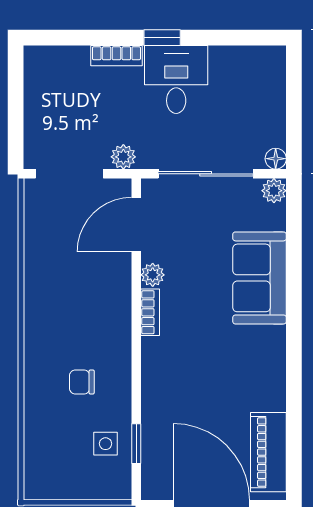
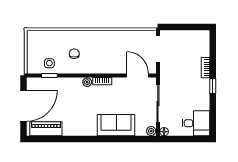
desk: (176, 80) -> (196, 123), moved
plant: (123, 157) -> (165, 70), removed
plant: (153, 275) -> (87, 82), moved

